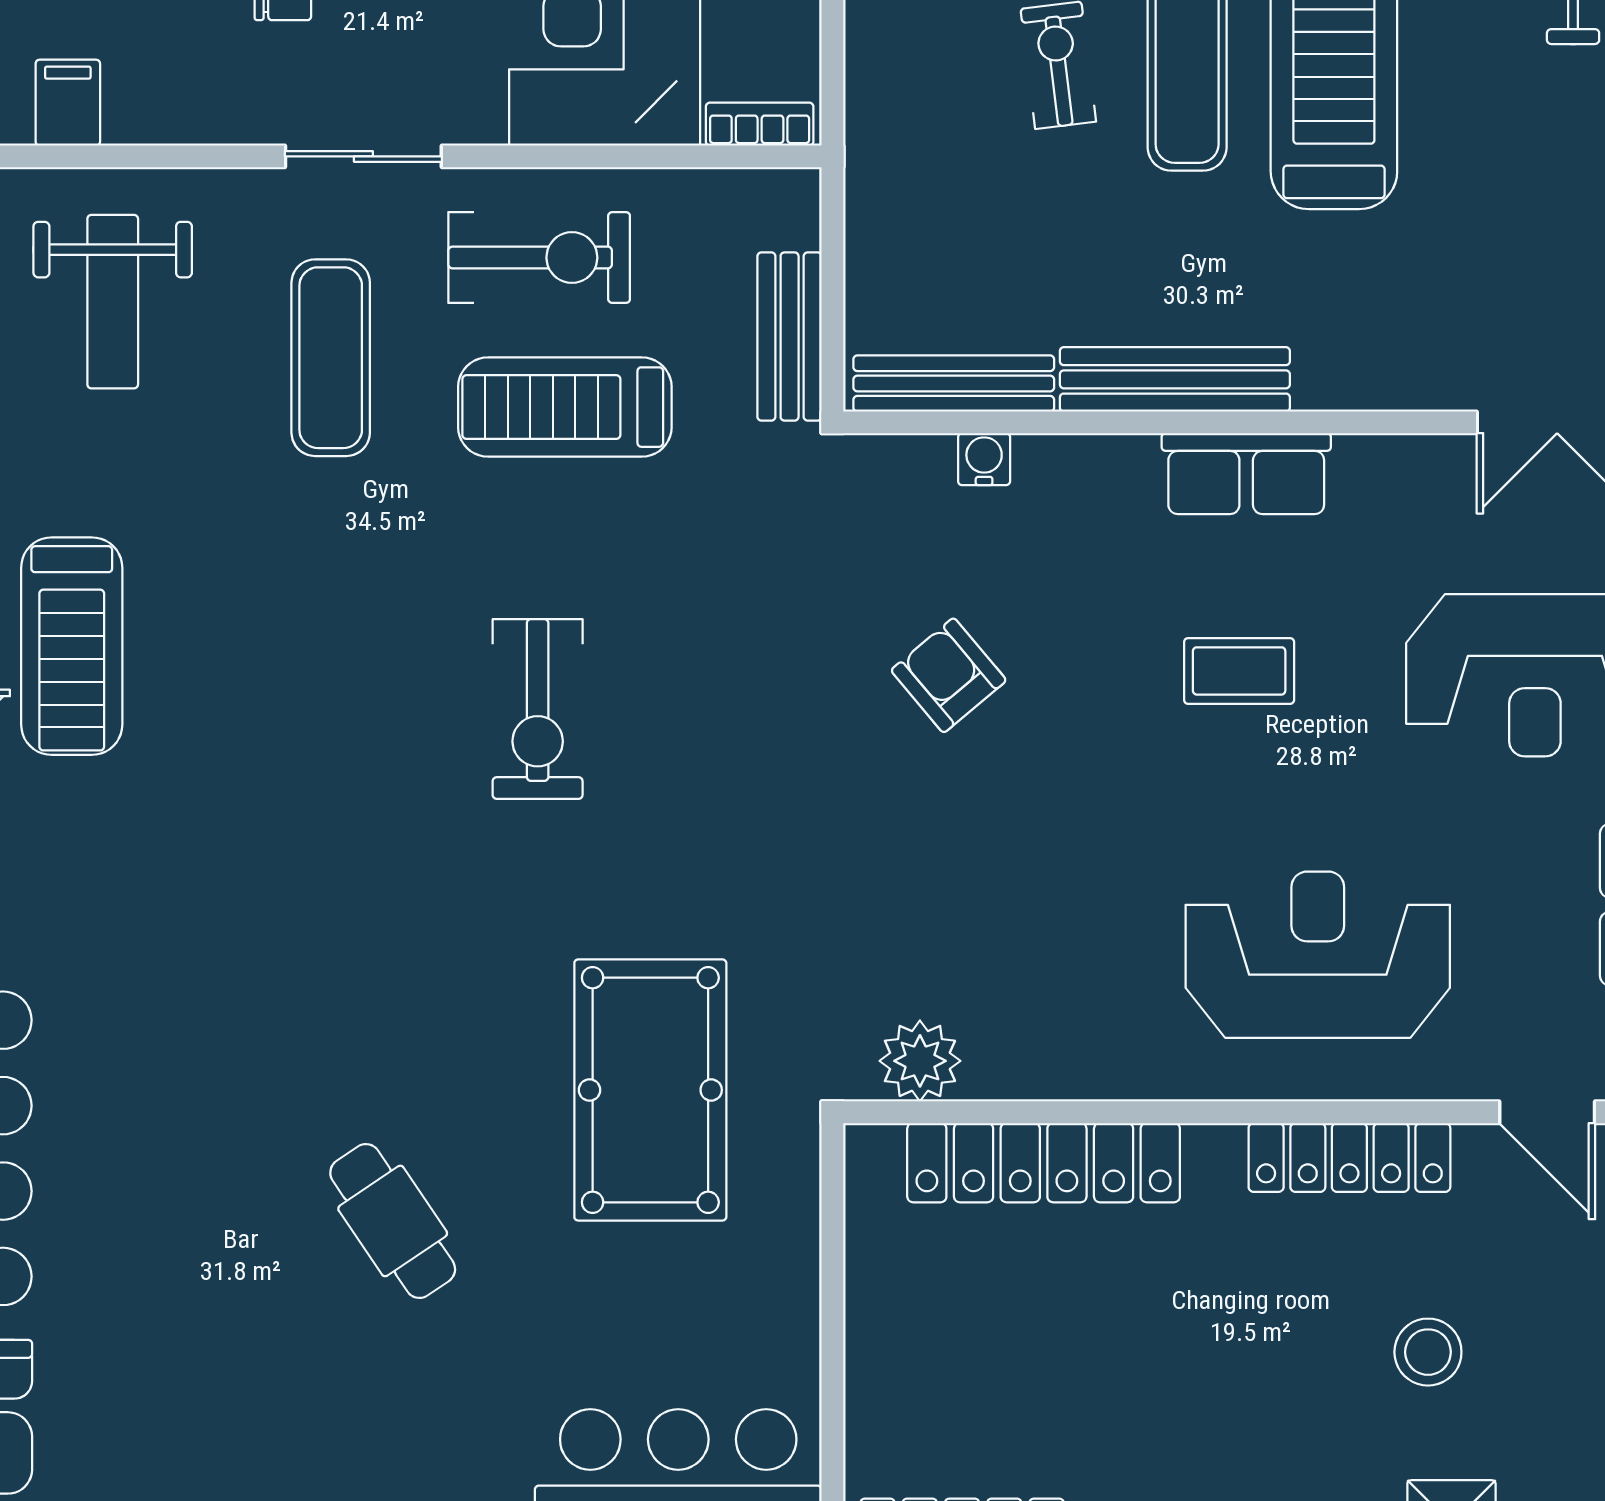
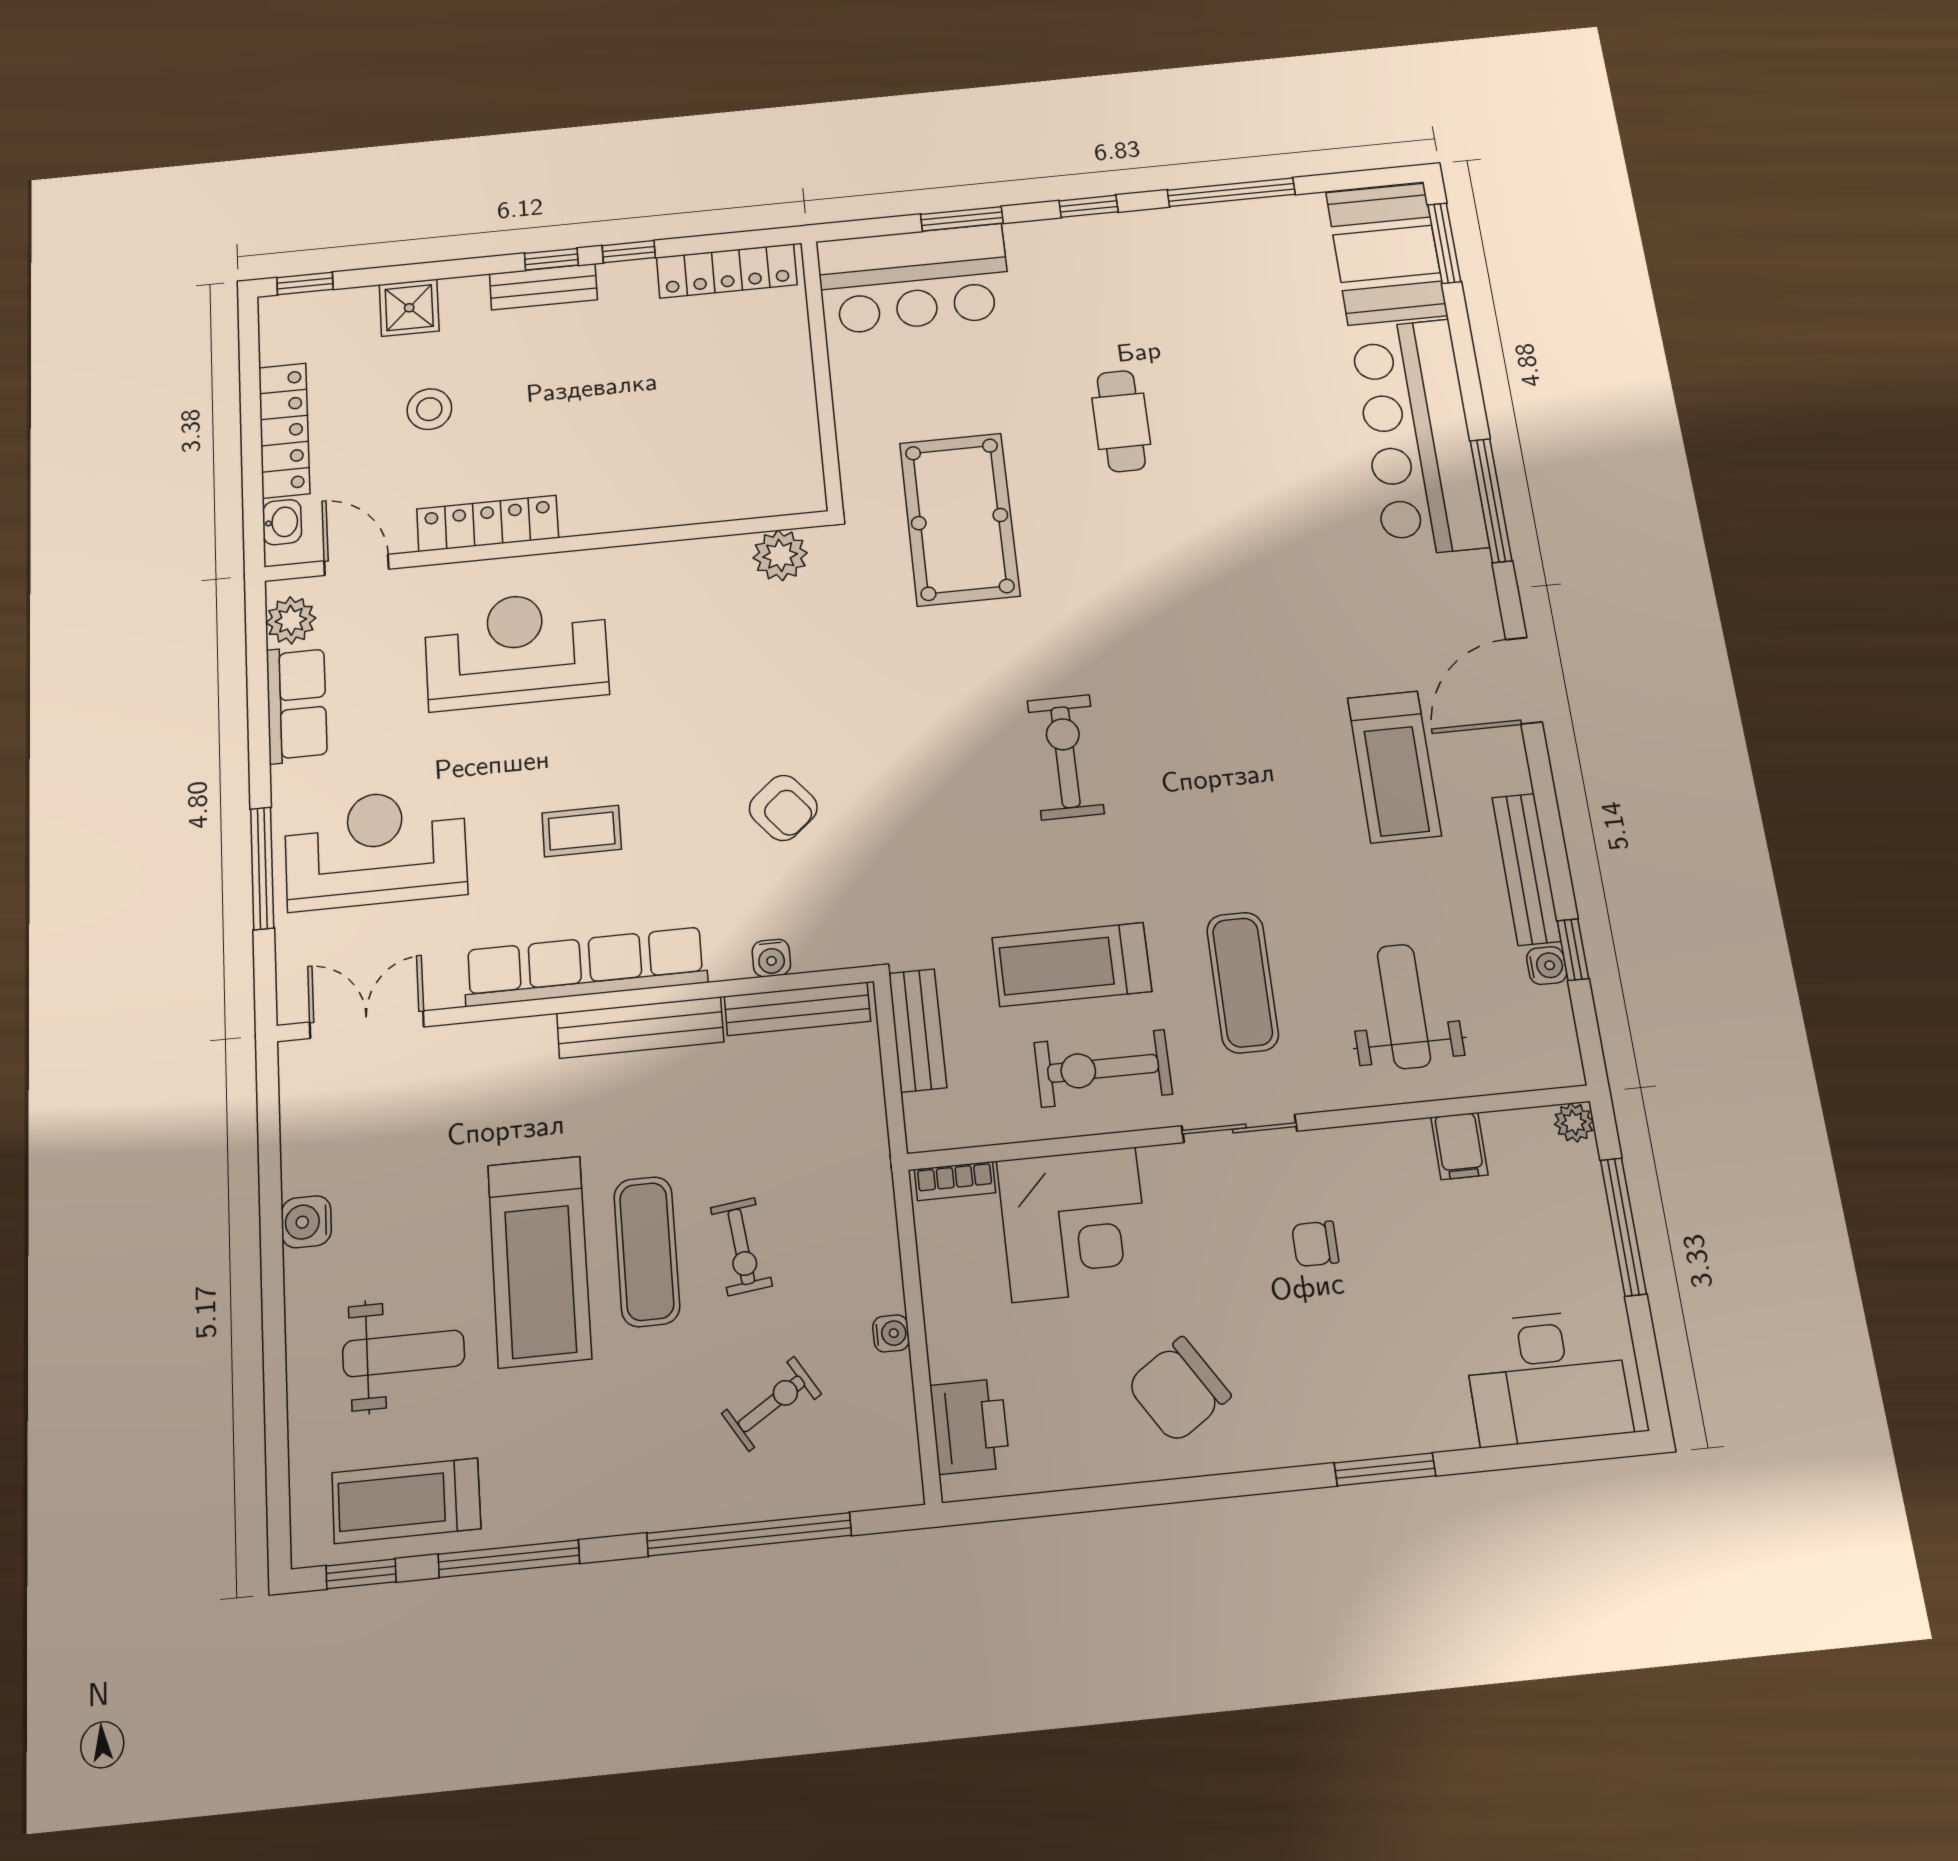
treadmill: (565, 407) -> (1072, 965), turned 180
row of seats: (1246, 474) -> (585, 967), width x2.02
treadmill: (72, 646) -> (1394, 767), turned 180
reception desk: (1318, 955) -> (516, 650), turned 180
locker: (1044, 1163) -> (692, 500), removed
cafe table: (393, 1221) -> (1121, 421), turned 34

